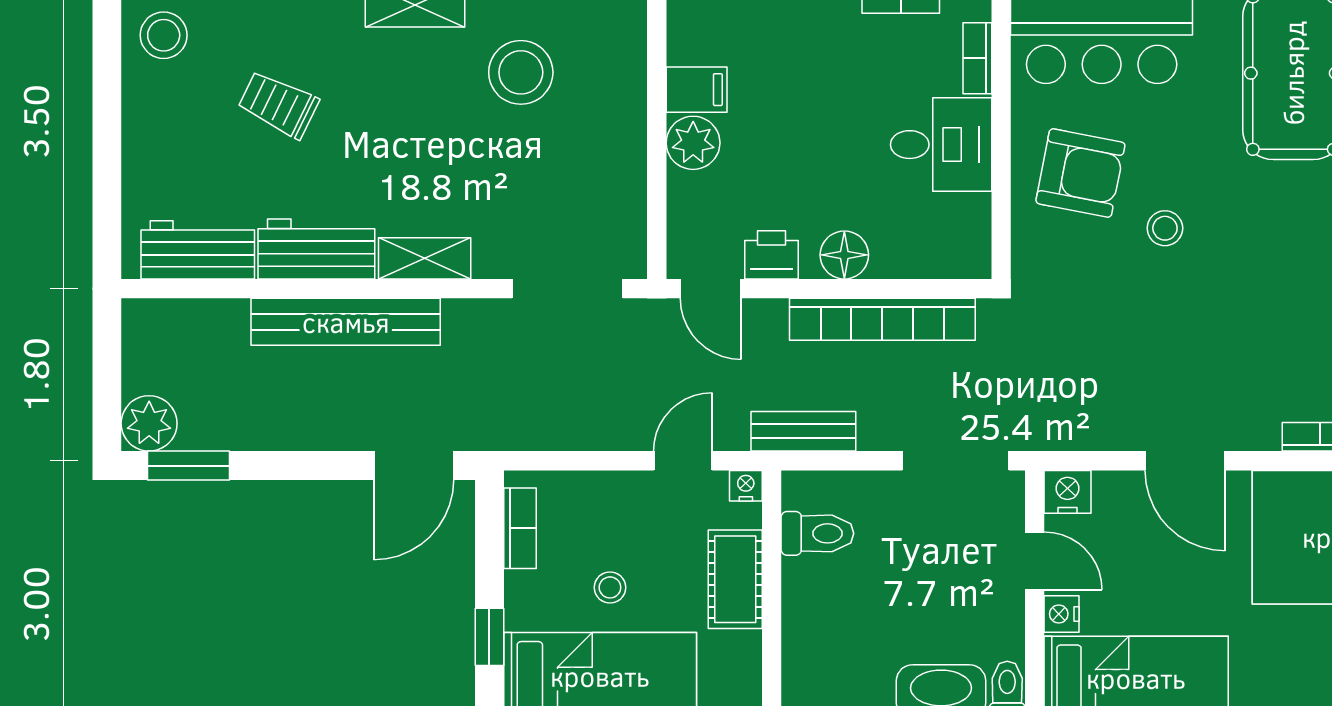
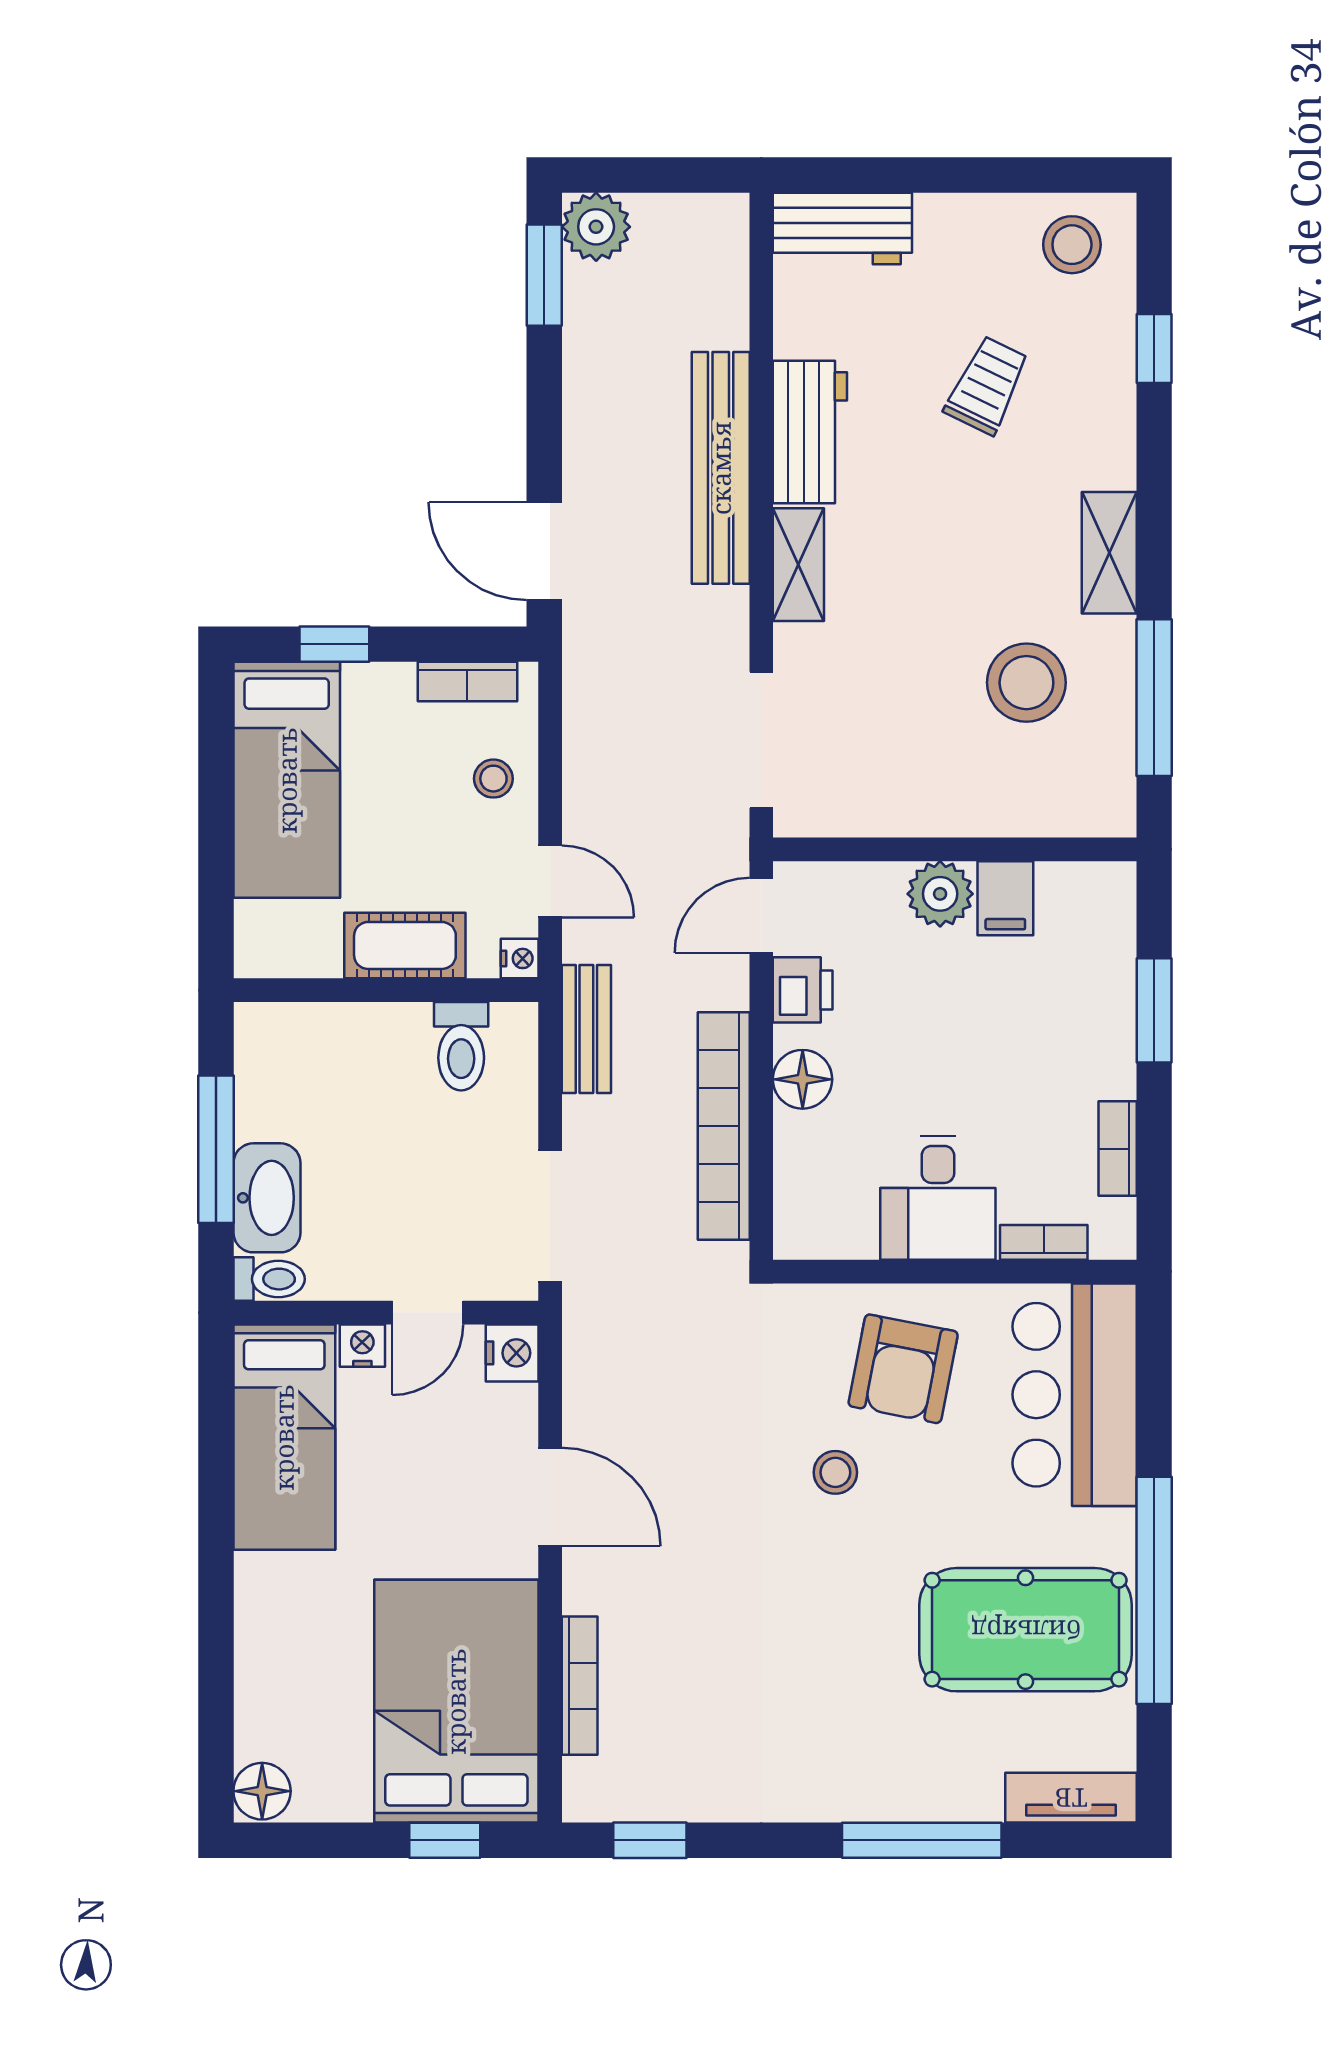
workbench: (198, 250) -> (842, 229), moved, turned 90
door: (1185, 461) -> (550, 1497), swing flipped
stool: (610, 587) -> (493, 779), moved

